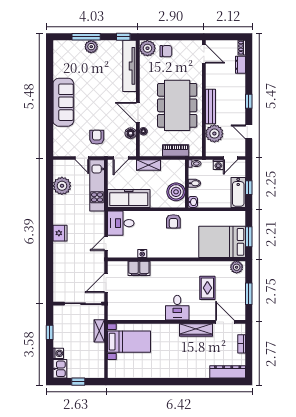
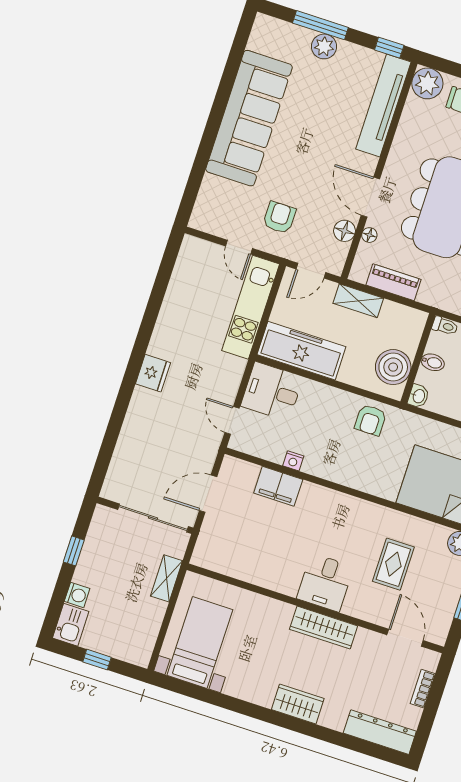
sofa: (63, 102) -> (249, 118), width x1.36, depth x1.27
piano: (176, 150) -> (394, 282), moved
plant: (62, 186) -> (185, 287), removed
door: (106, 244) -> (232, 420), hinge flipped
wardrobe: (196, 330) -> (324, 628), moved
bed with nightstands: (129, 342) -> (200, 643), moved, turned -90
wardrobe: (183, 371) -> (298, 704), added

